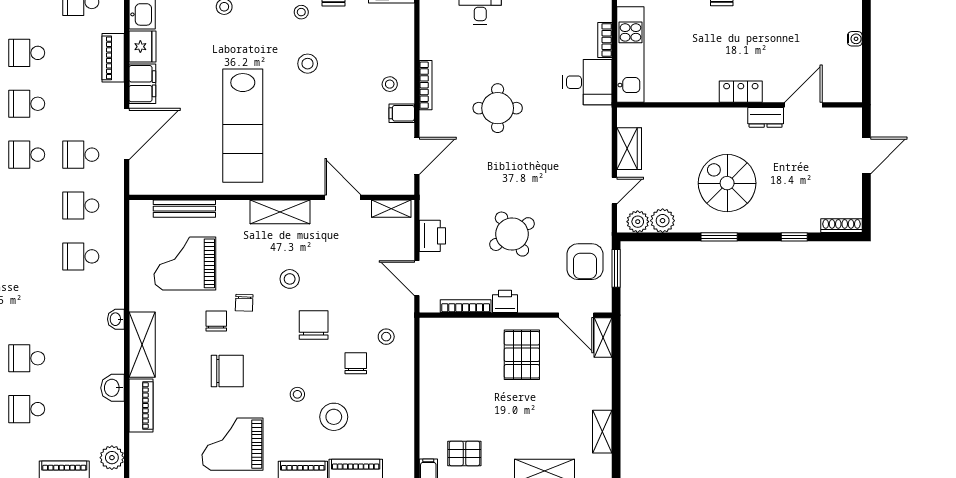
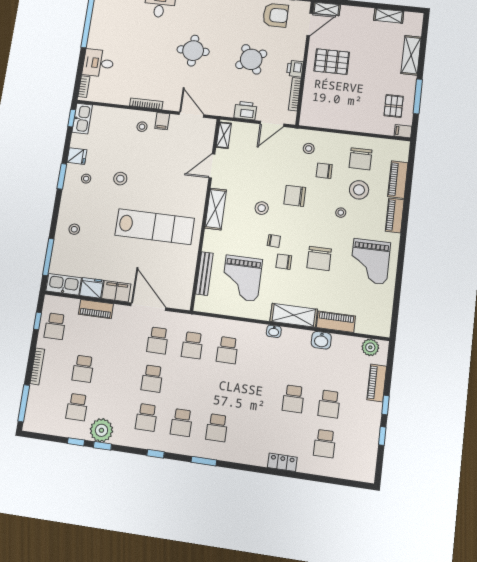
school desk: (27, 104) -> (117, 374), removed
round table: (498, 108) -> (193, 51), moved
chair: (227, 371) -> (319, 258), turned 180
chair: (380, 414) -> (360, 159), added

